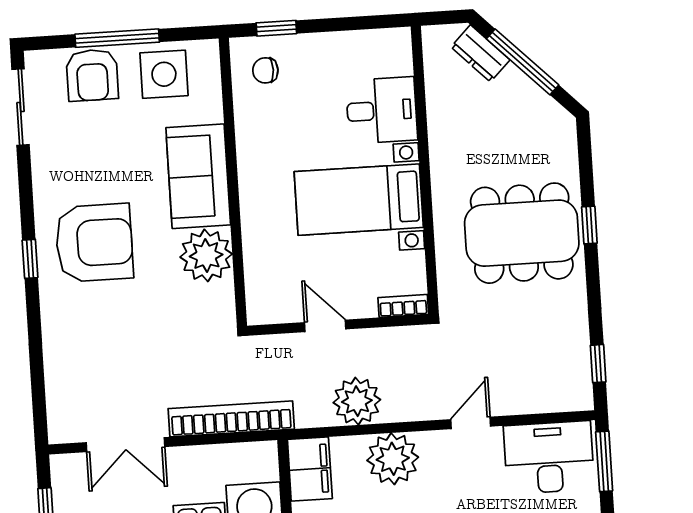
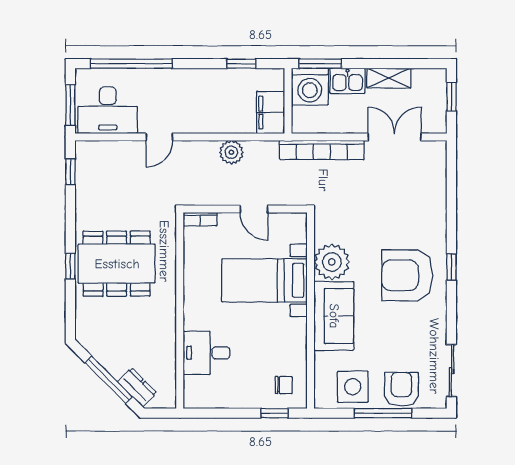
bed with nightstands: (359, 200) -> (264, 280), moved, turned 180
plant: (357, 401) -> (231, 152), width x0.73, depth x0.73
plant: (393, 459) -> (214, 116), removed

